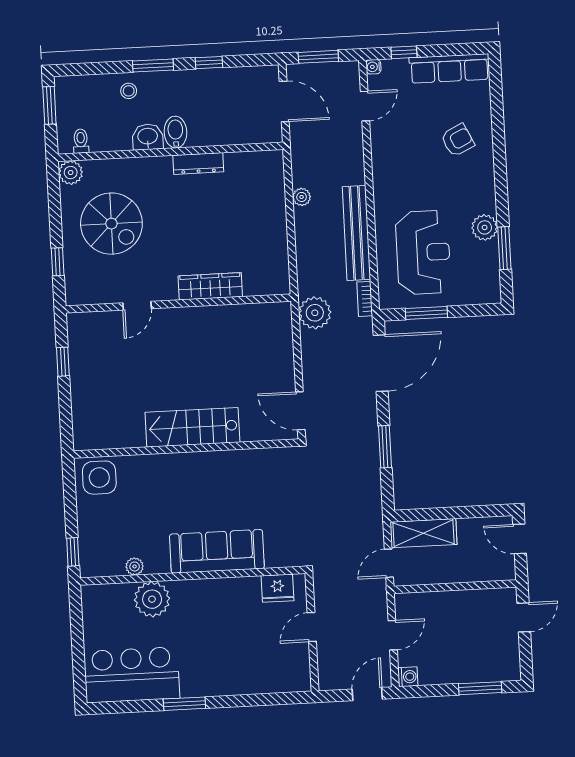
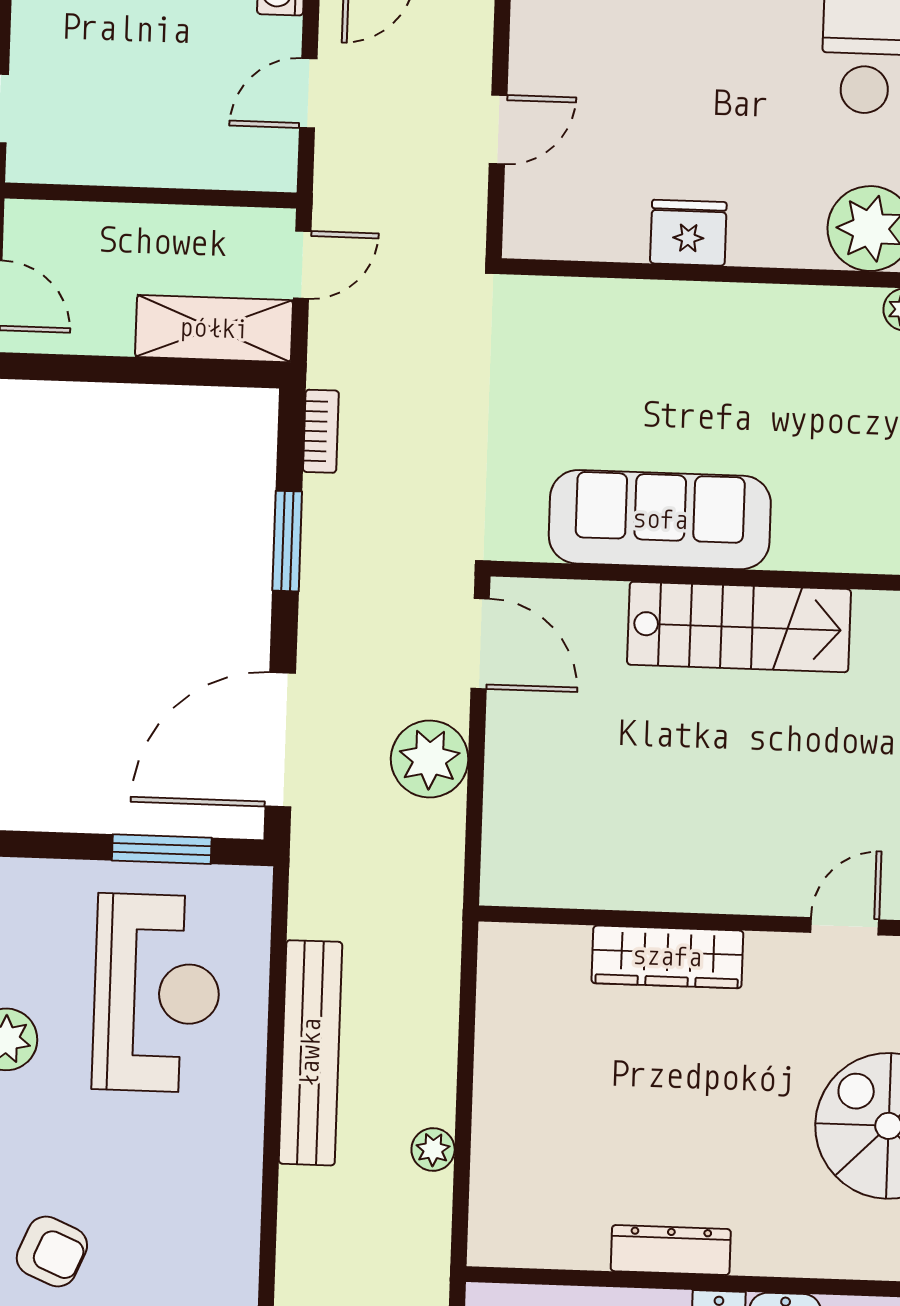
armchair: (458, 140) -> (52, 1251), turned -131
reception desk: (423, 252) -> (157, 993), turned 180
bookcase: (365, 299) -> (321, 431), moved
plant: (315, 313) -> (430, 759), moved
sofa: (217, 551) -> (660, 520), moved, turned 180
fridge: (278, 588) -> (688, 233), moved

